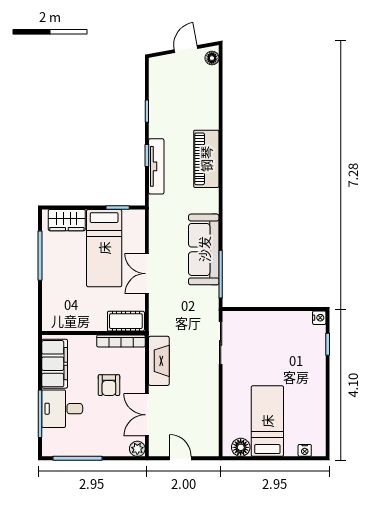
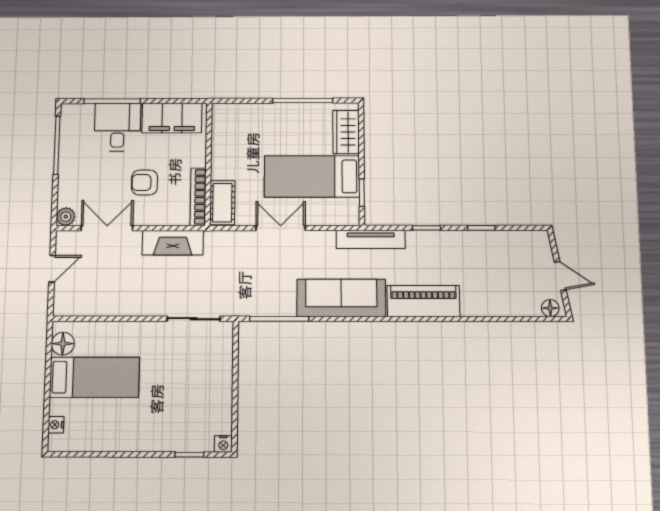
tv unit: (156, 166) -> (371, 239), moved
sofa: (204, 249) -> (341, 298), moved

